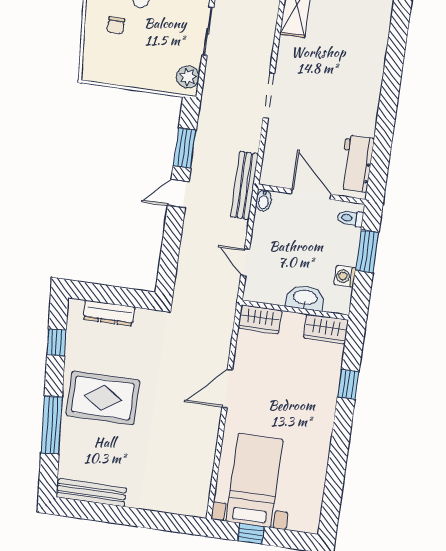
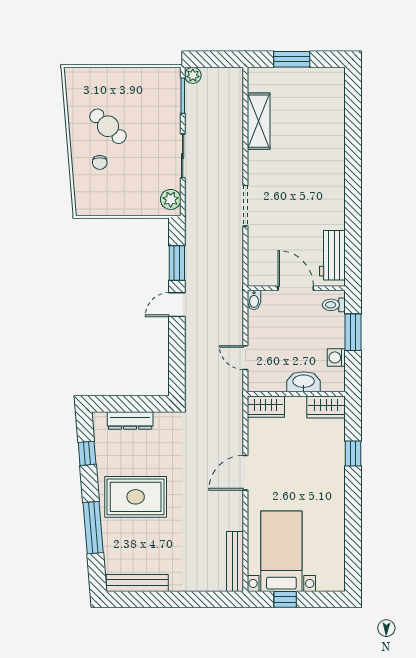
bench: (244, 185) -> (235, 561), moved

